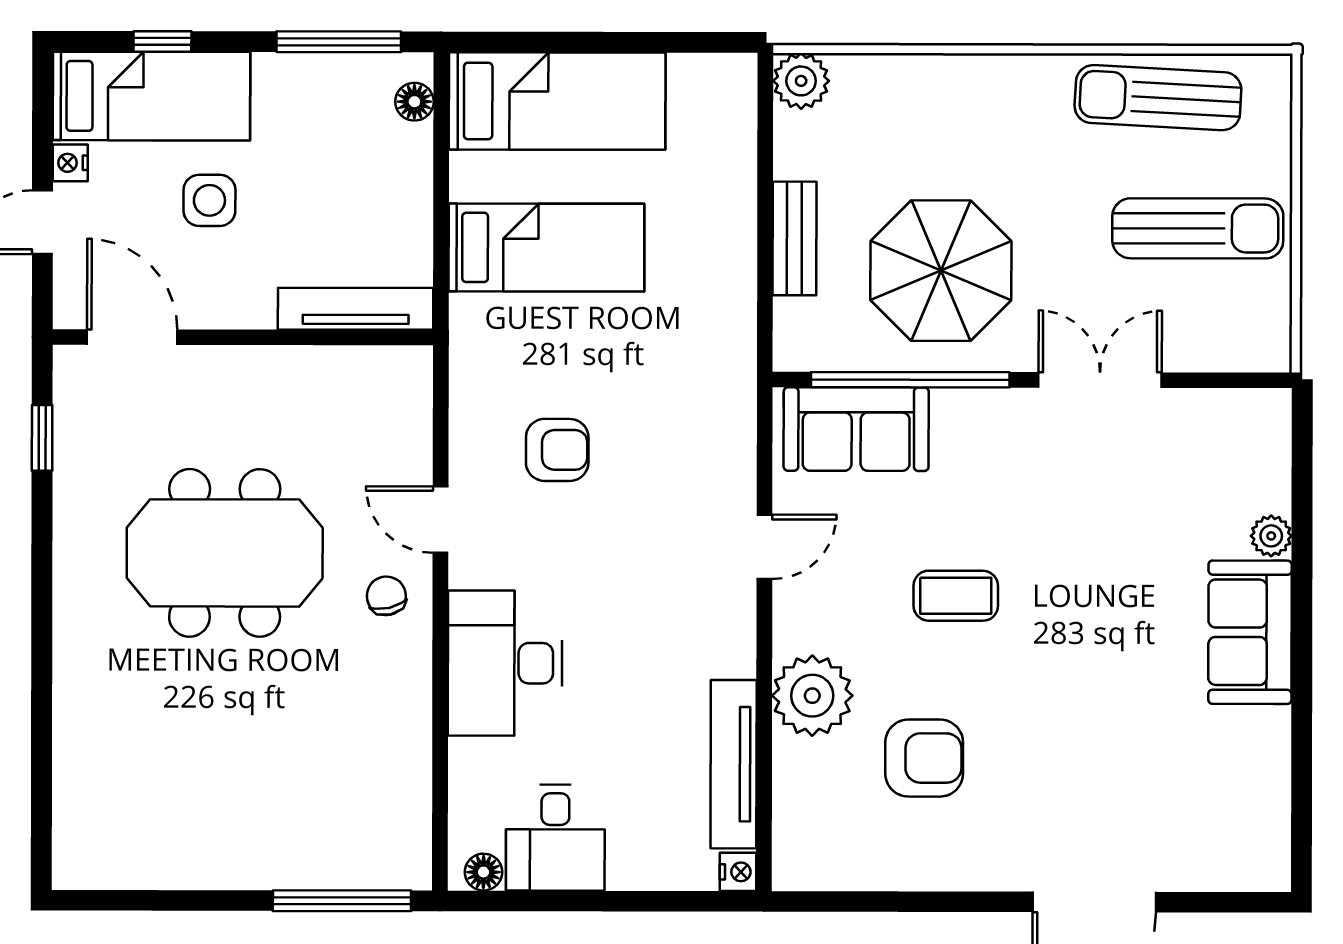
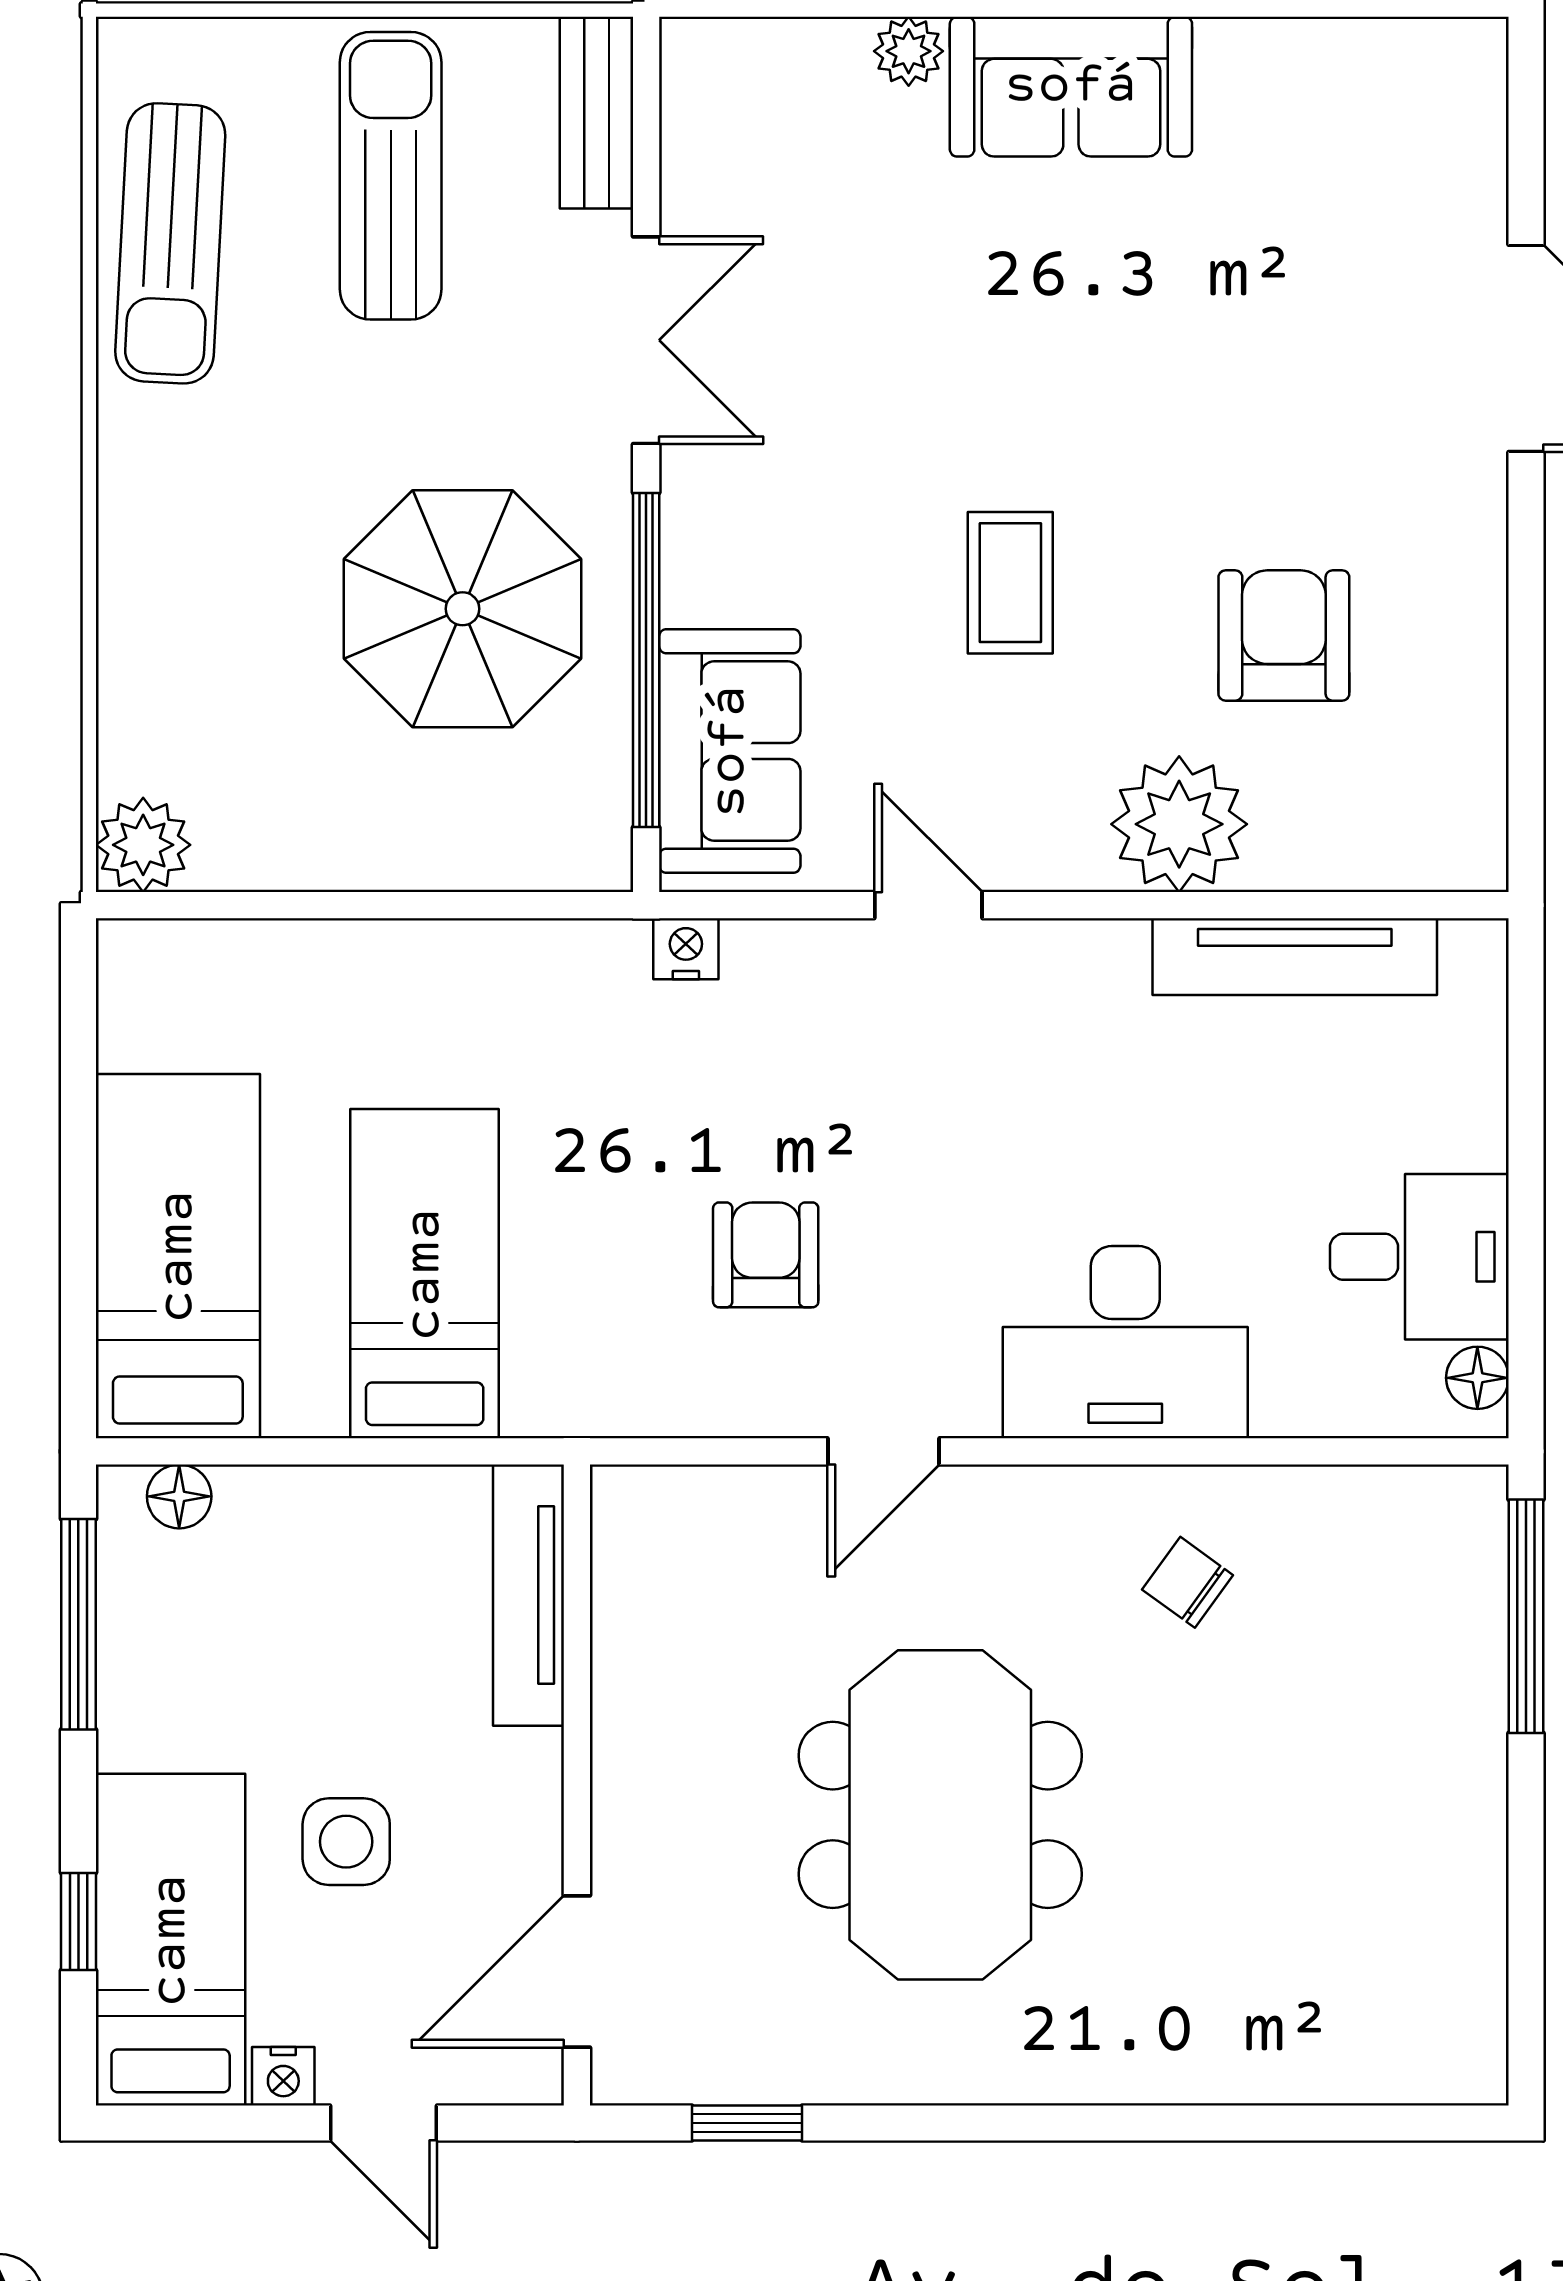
bench: (794, 238) -> (597, 113), moved, turned 90
double door: (1100, 380) -> (646, 340), swing flipped
chair: (386, 596) -> (1188, 1582), moved, turned 49
nightstand: (738, 872) -> (686, 949), moved

